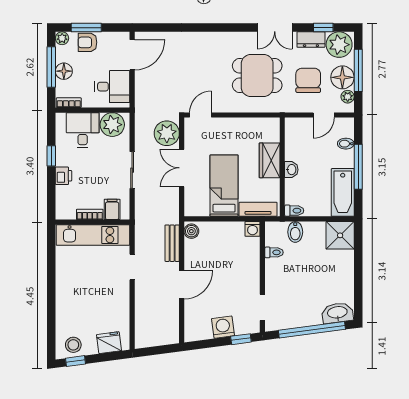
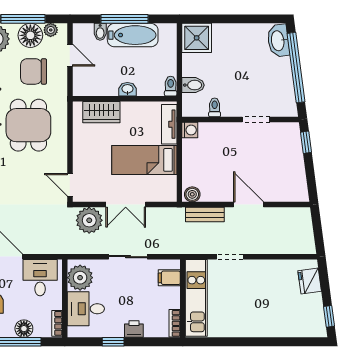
wardrobe: (270, 160) -> (101, 112), moved
bathtub: (343, 192) -> (133, 35), moved
bookcase: (90, 214) -> (175, 323), moved
doorway: (262, 307) -> (256, 120), moved
washing machine: (223, 327) -> (293, 161), removed
stool: (73, 345) -> (312, 319), removed

